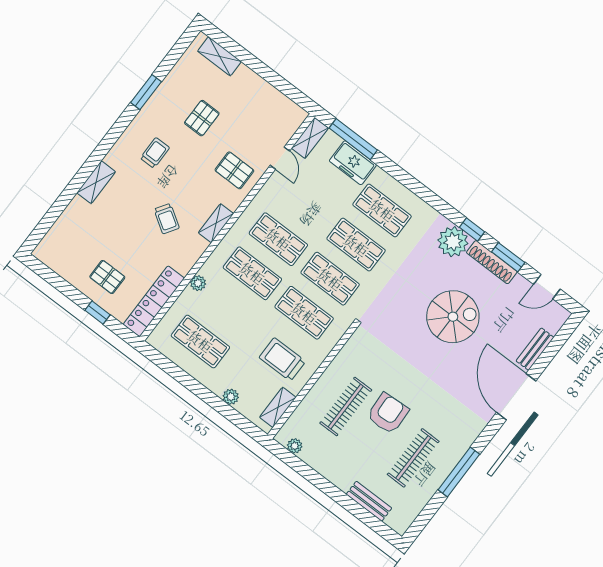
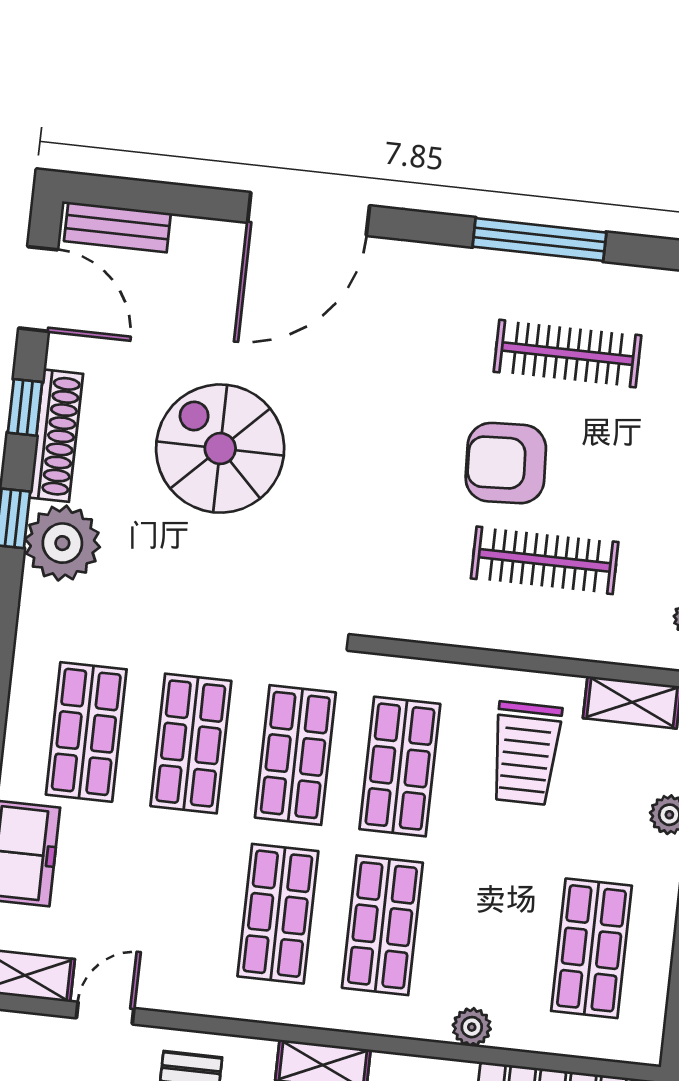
window: (508, 257) -> (25, 407), width x0.67
door: (547, 287) -> (38, 289), width x1.38
bench: (535, 349) -> (117, 227), moved

